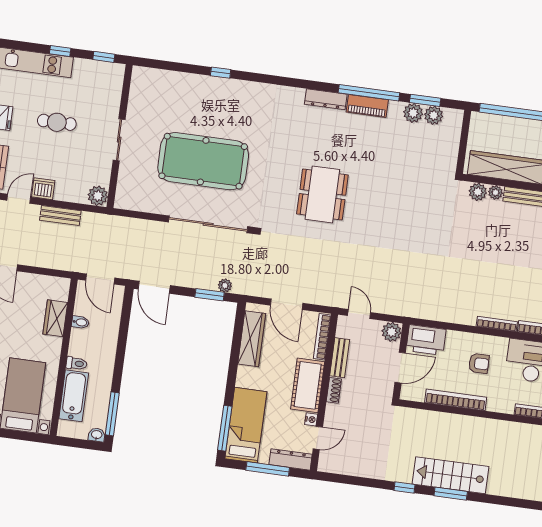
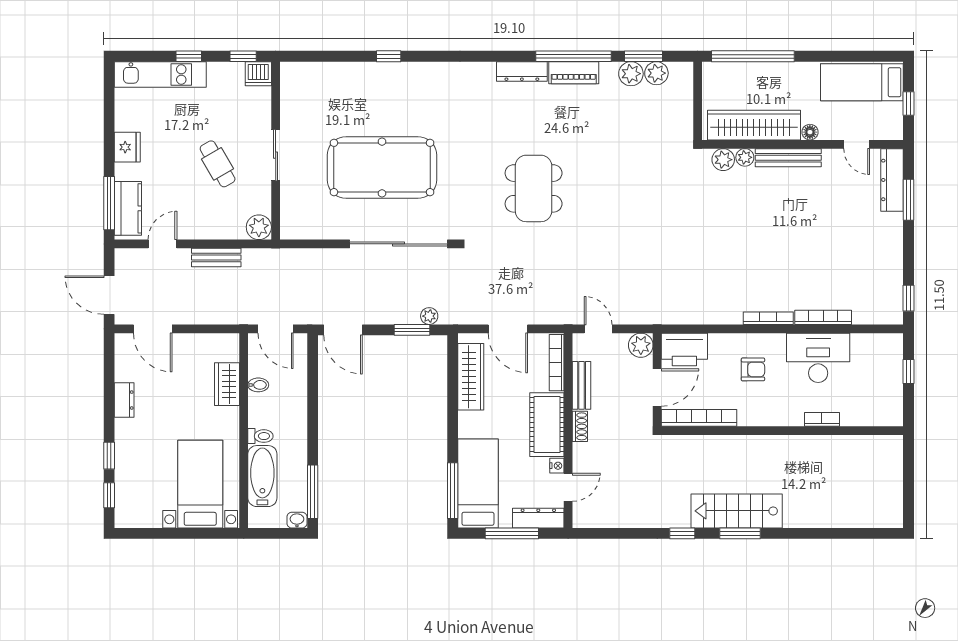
cafe table: (57, 122) -> (218, 164), moved, turned 60
dishwasher: (43, 189) -> (258, 74), moved, turned 180
bookcase: (456, 400) -> (699, 418), moved

